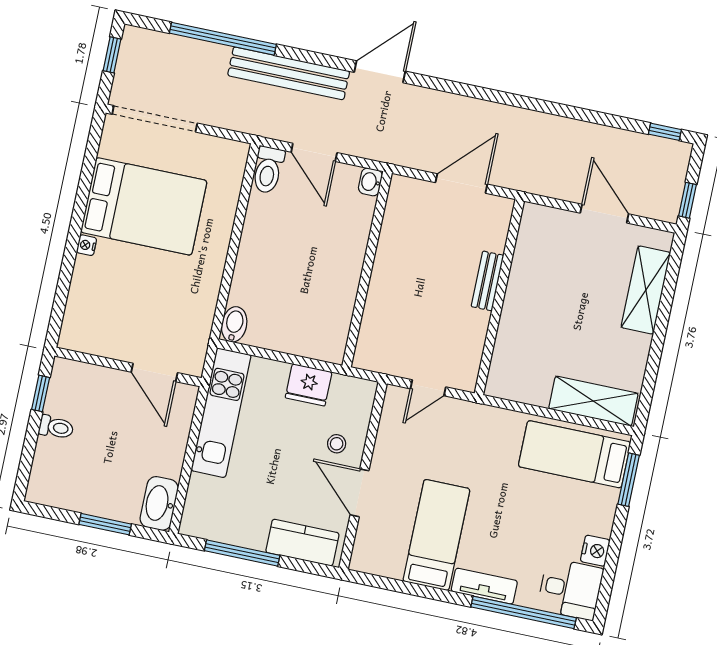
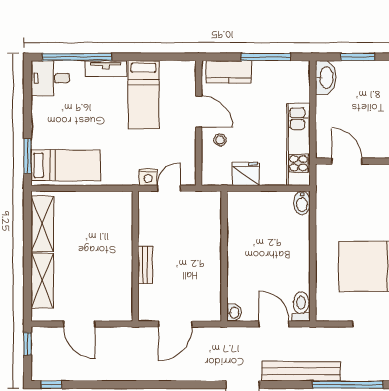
shelving: (593, 401) -> (42, 224), moved, turned 90
nightstand: (595, 551) -> (148, 177), moved, turned -90

